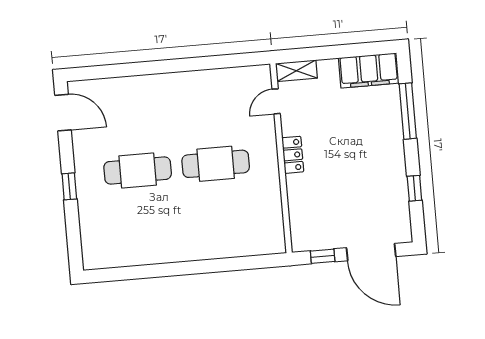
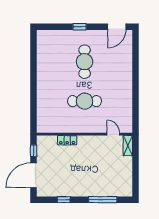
filing cabinet: (369, 70) -> (125, 182), removed
locker: (293, 155) -> (67, 140), moved
cafe table: (216, 164) -> (85, 101), turned 90

